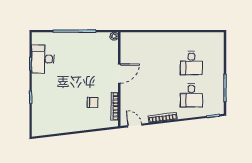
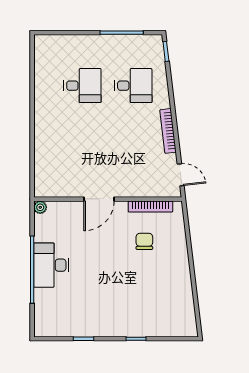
desk: (43, 59) -> (51, 265), moved, turned 90
door: (119, 74) -> (99, 199), swing flipped
door: (135, 125) -> (181, 175), swing flipped

